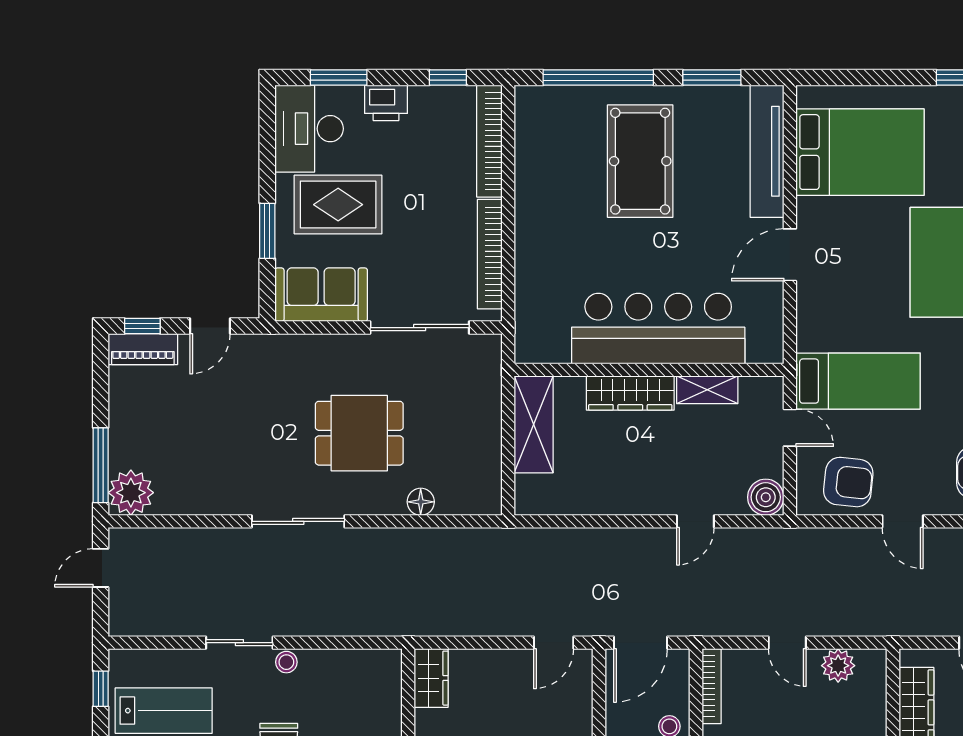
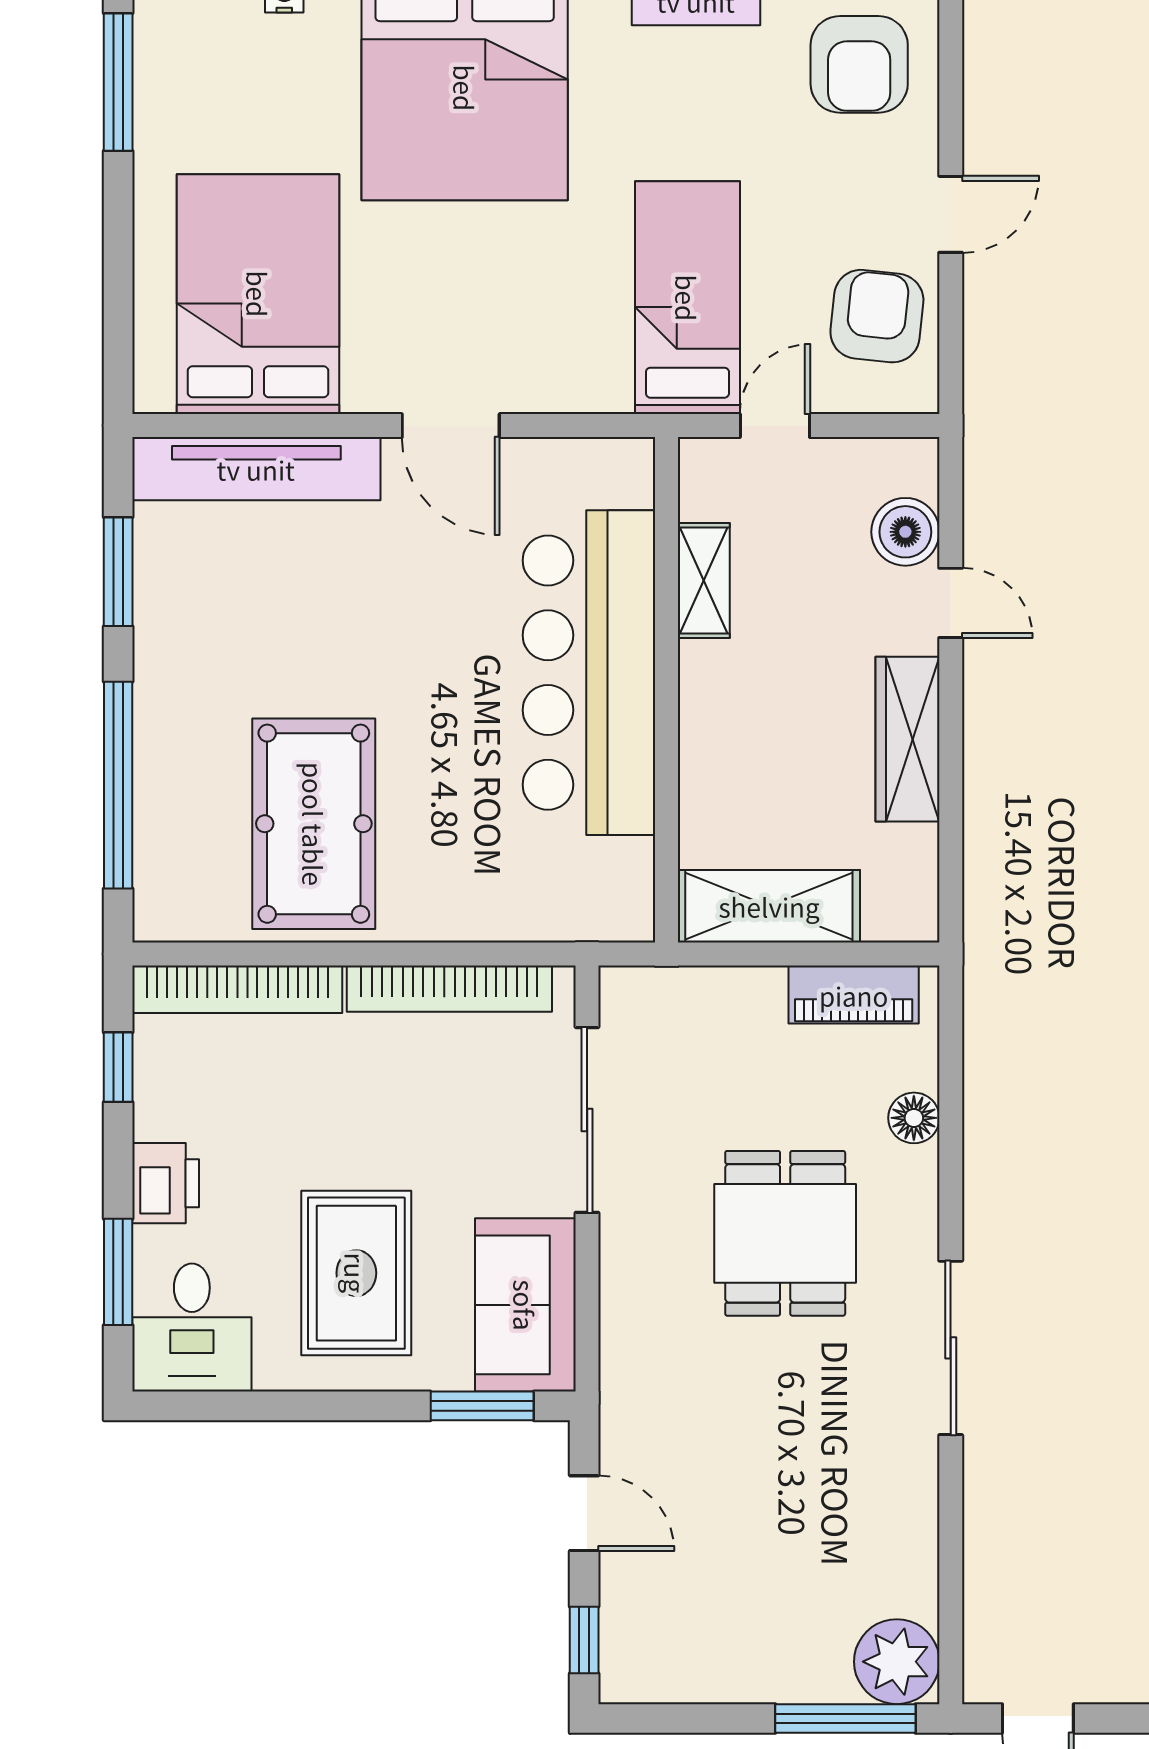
desk: (309, 129) -> (192, 1328), width x0.73
pool table: (640, 161) -> (314, 824), moved, turned 90
window: (267, 231) -> (482, 1406), moved
piano: (143, 349) -> (854, 995), moved, turned 90
wardrobe: (630, 393) -> (907, 739), moved, turned 180
boiler: (766, 497) -> (905, 532), moved

